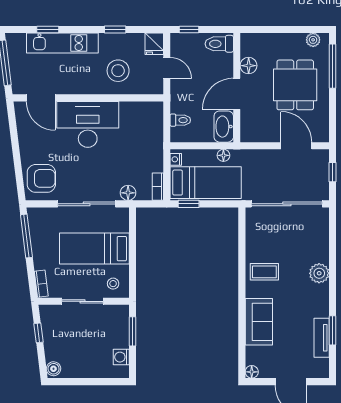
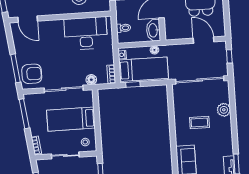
desk: (88, 124) -> (86, 33), moved
window: (18, 169) -> (16, 68), added
coffee table: (264, 272) -> (199, 123), moved
plant: (319, 273) -> (224, 110), moved

